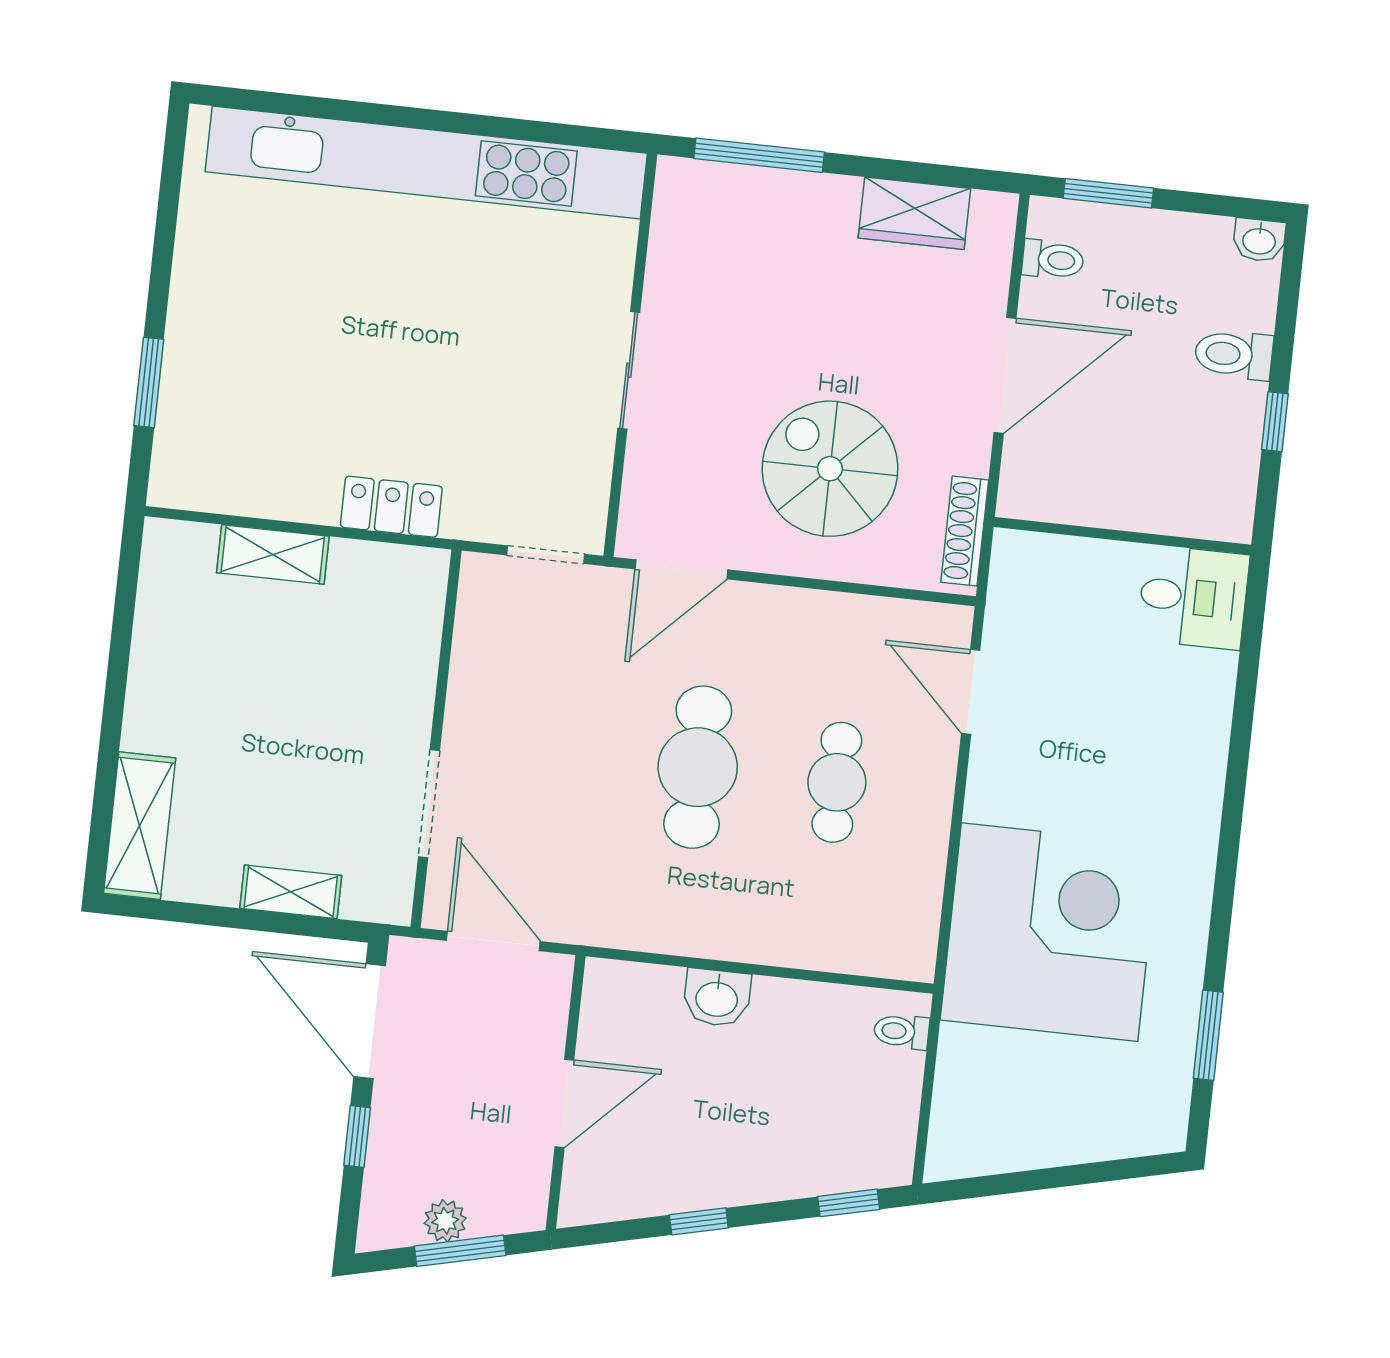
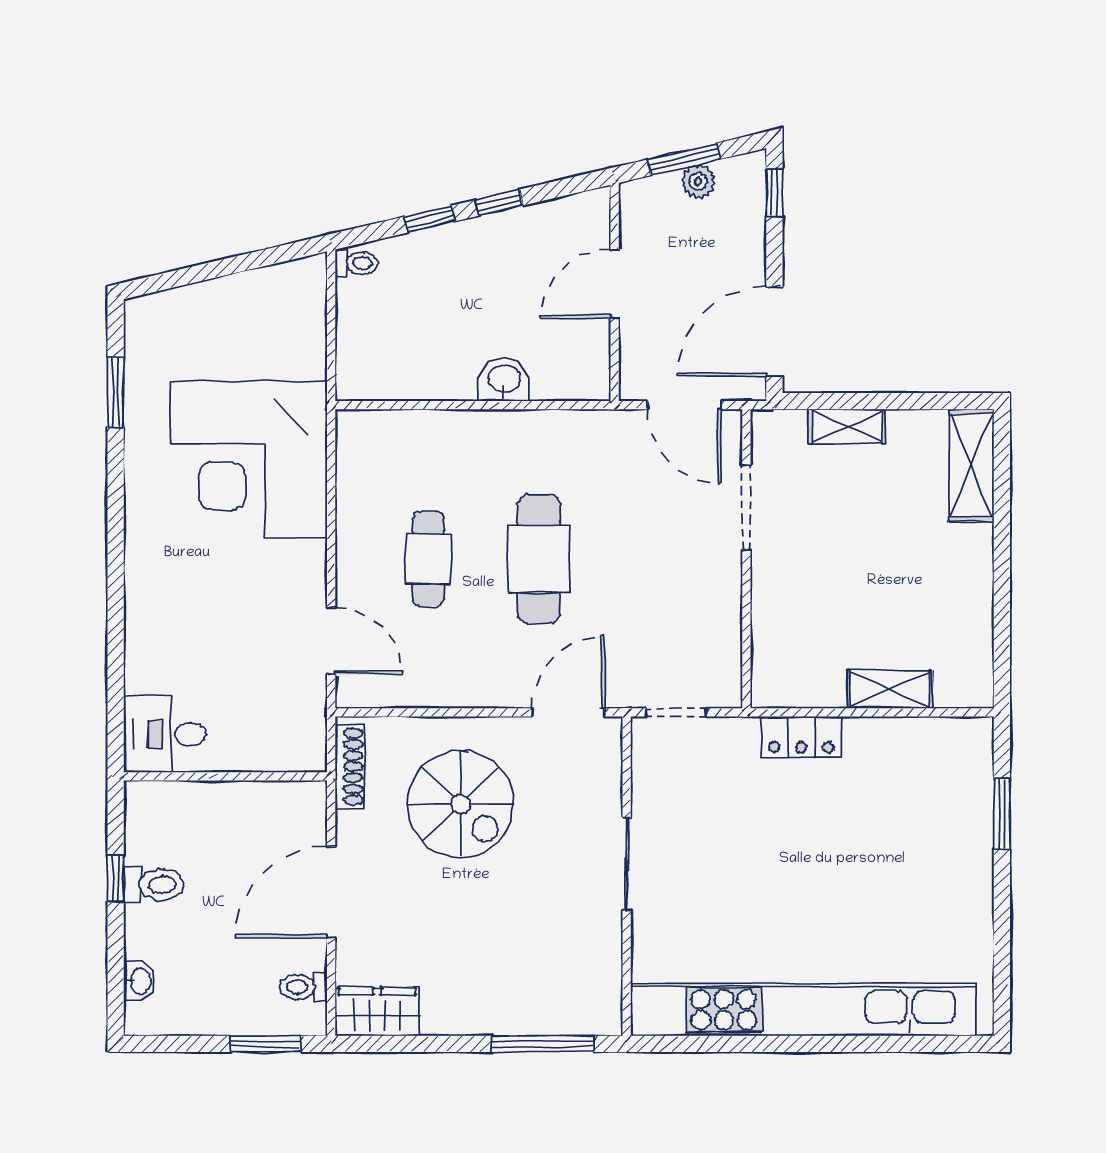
wardrobe: (914, 213) -> (377, 1012), moved
washbasin: (1259, 240) -> (140, 981), moved, turned 90
toilet: (1234, 355) -> (154, 885), moved
door: (370, 1021) -> (774, 332), swing flipped
toilet: (902, 1031) -> (356, 263), moved
window: (357, 1137) -> (774, 192), moved
window: (849, 1203) -> (429, 219), moved

